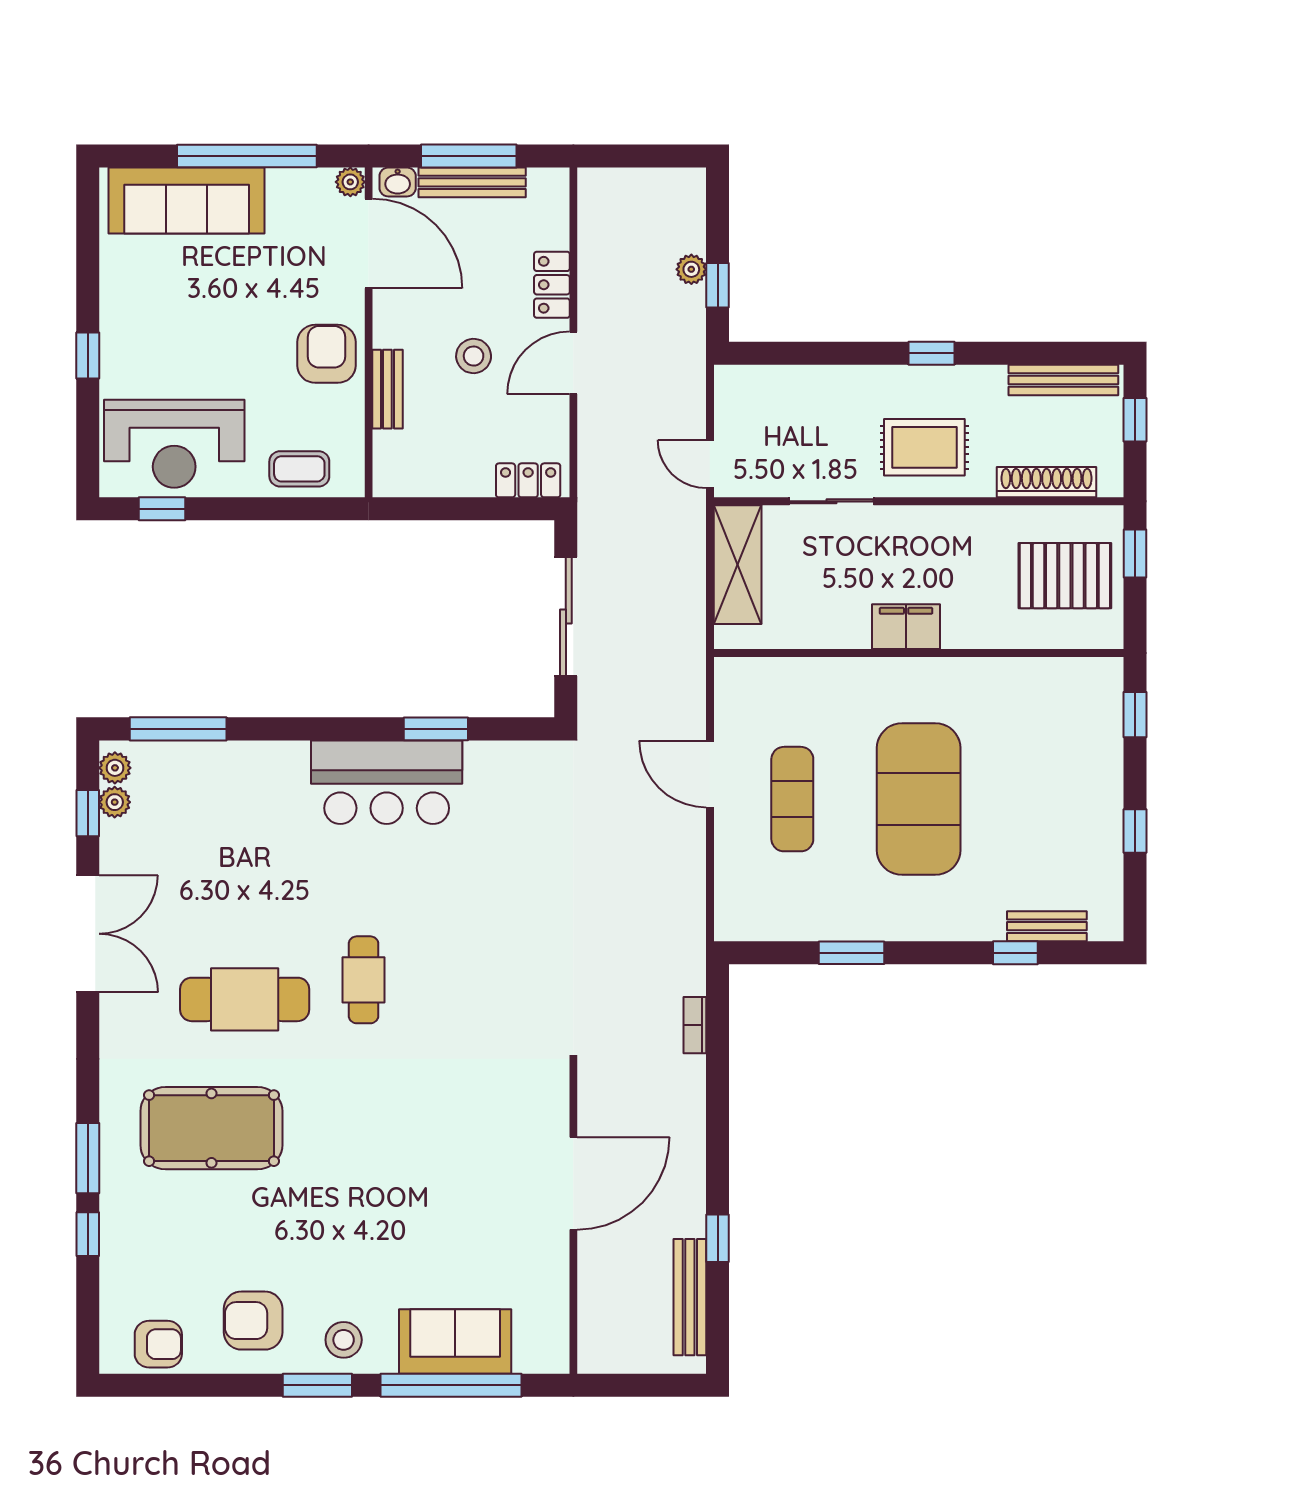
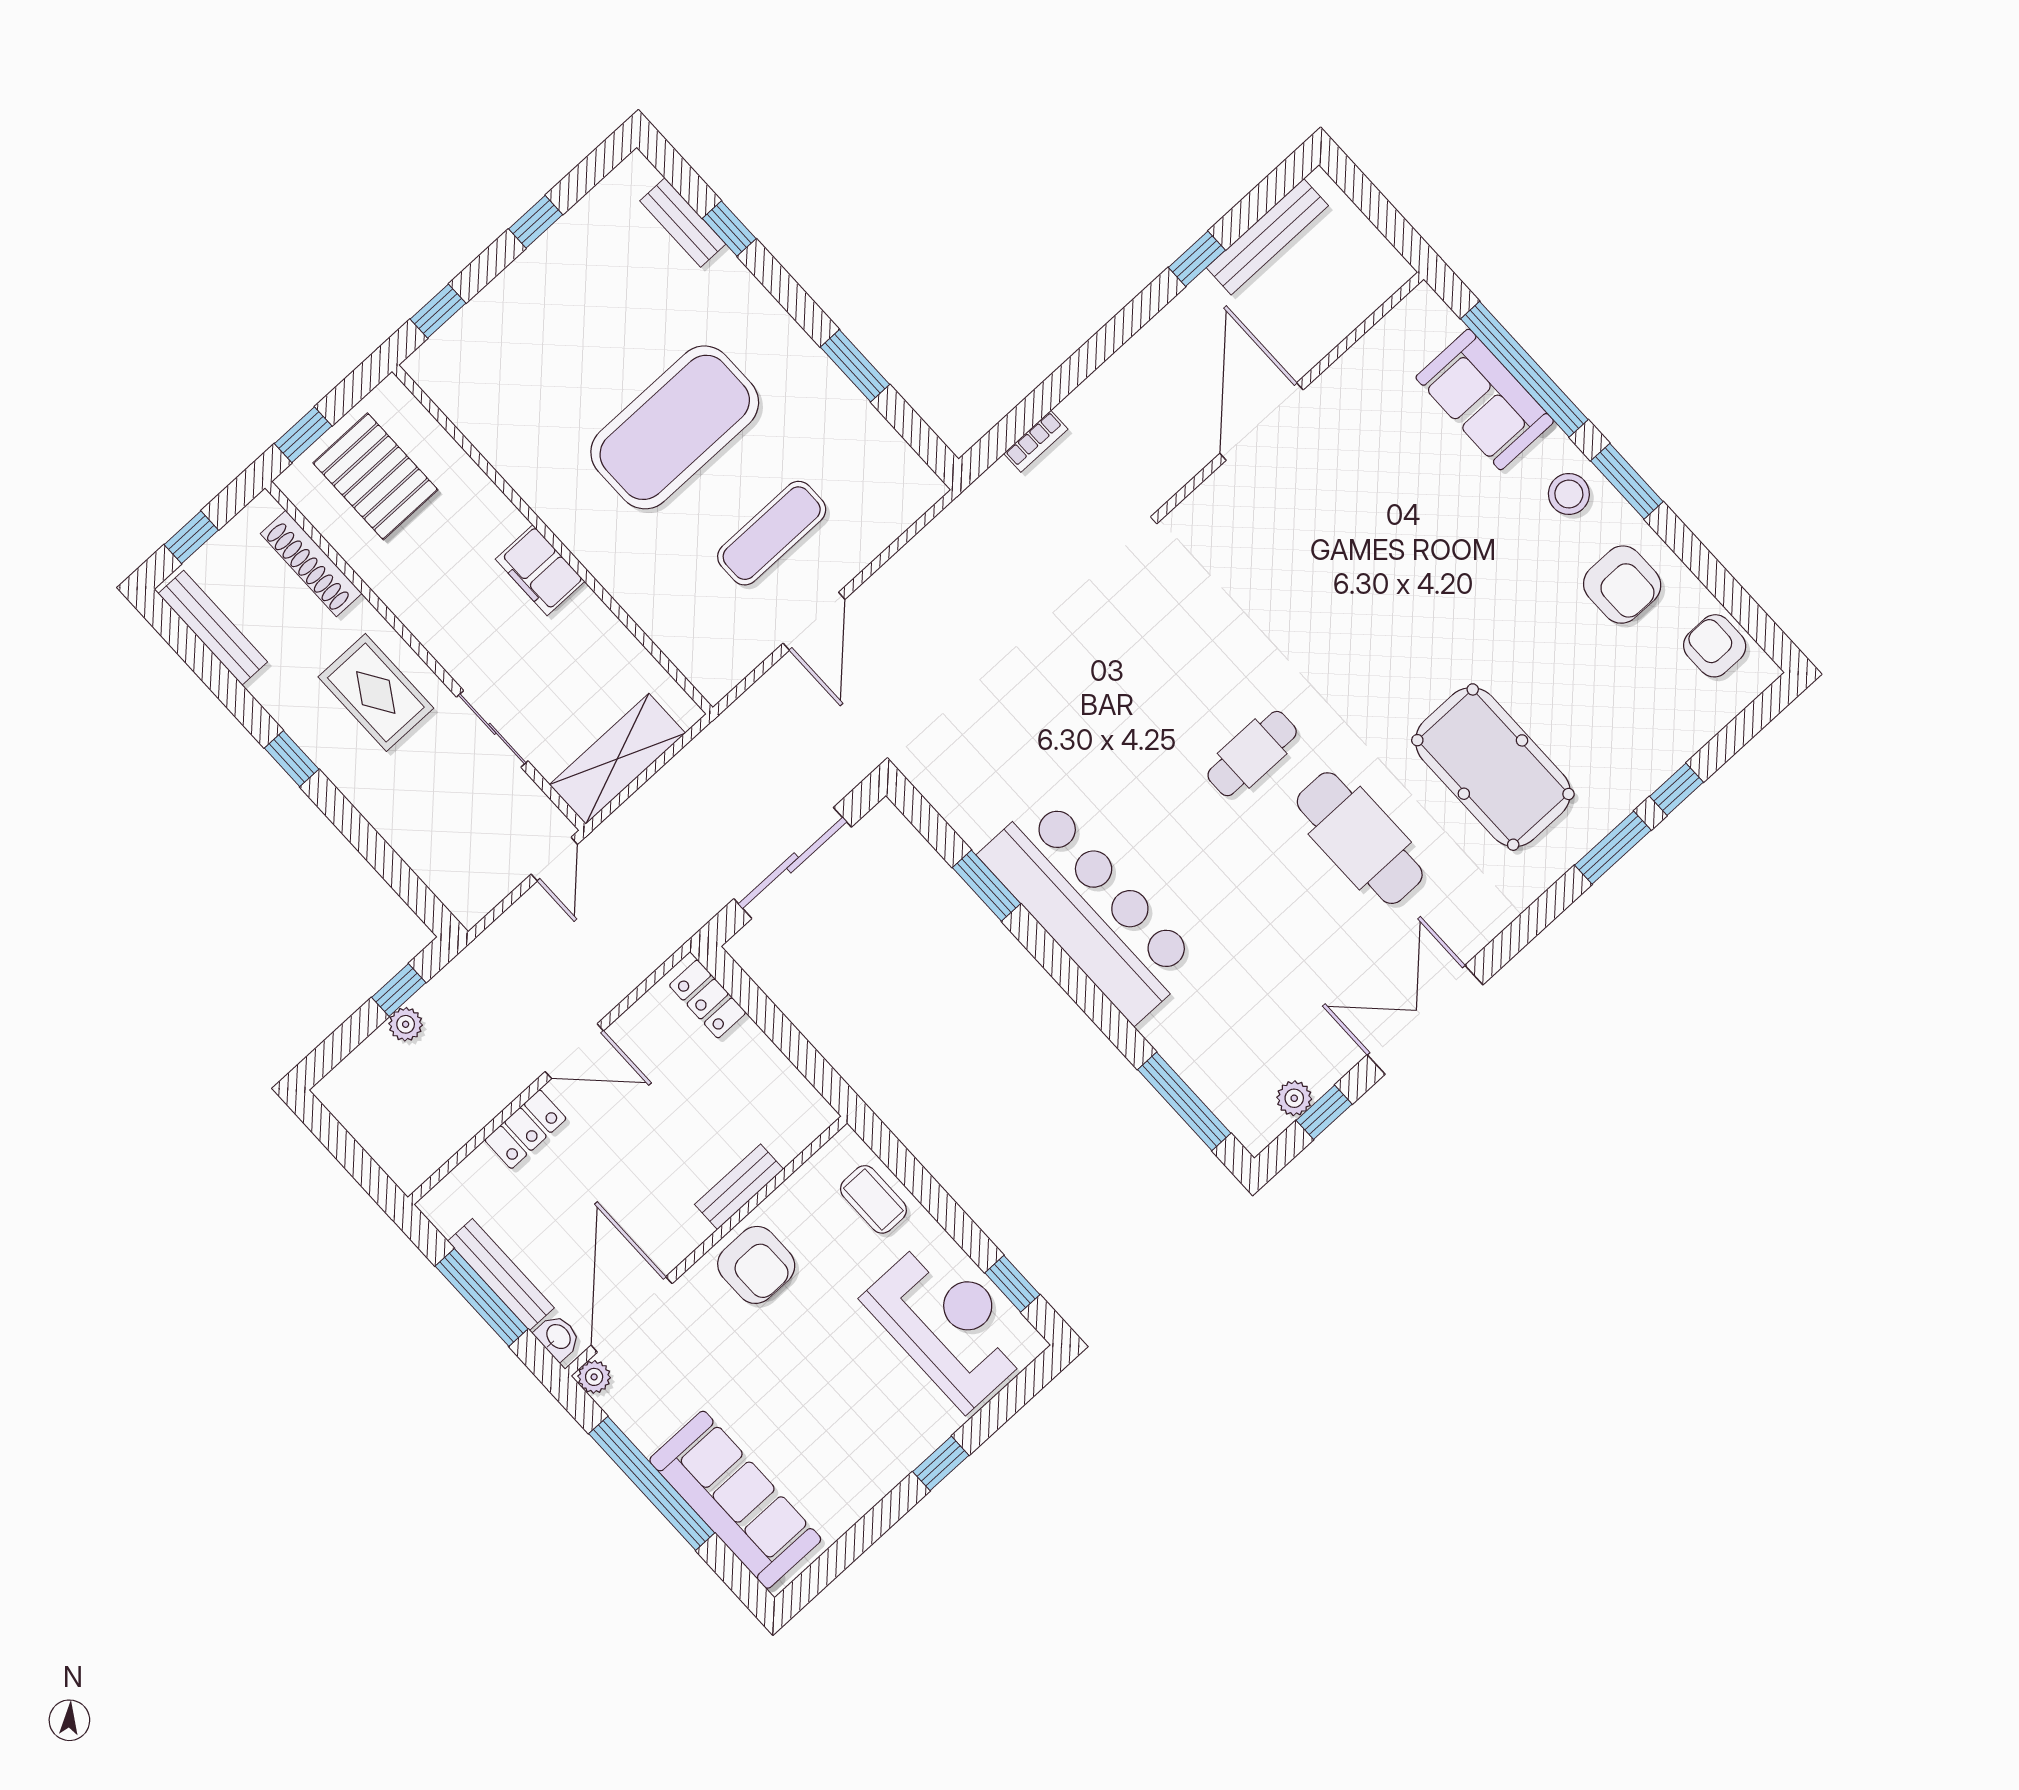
armchair: (327, 354) -> (756, 1265), turned -90
stool: (474, 356) -> (645, 1140), removed
plant: (115, 768) -> (1265, 1124), removed
bar counter: (387, 782) -> (1090, 909), width x1.36
door: (573, 1183) -> (1261, 422), hinge flipped

